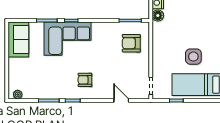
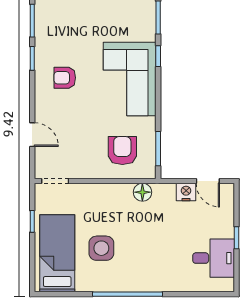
floor lamp: (158, 15) -> (142, 192), moved
corner sofa: (68, 39) -> (130, 79), moved
armchair: (85, 80) -> (65, 78), turned -90
door: (121, 101) -> (32, 135), hinge flipped

